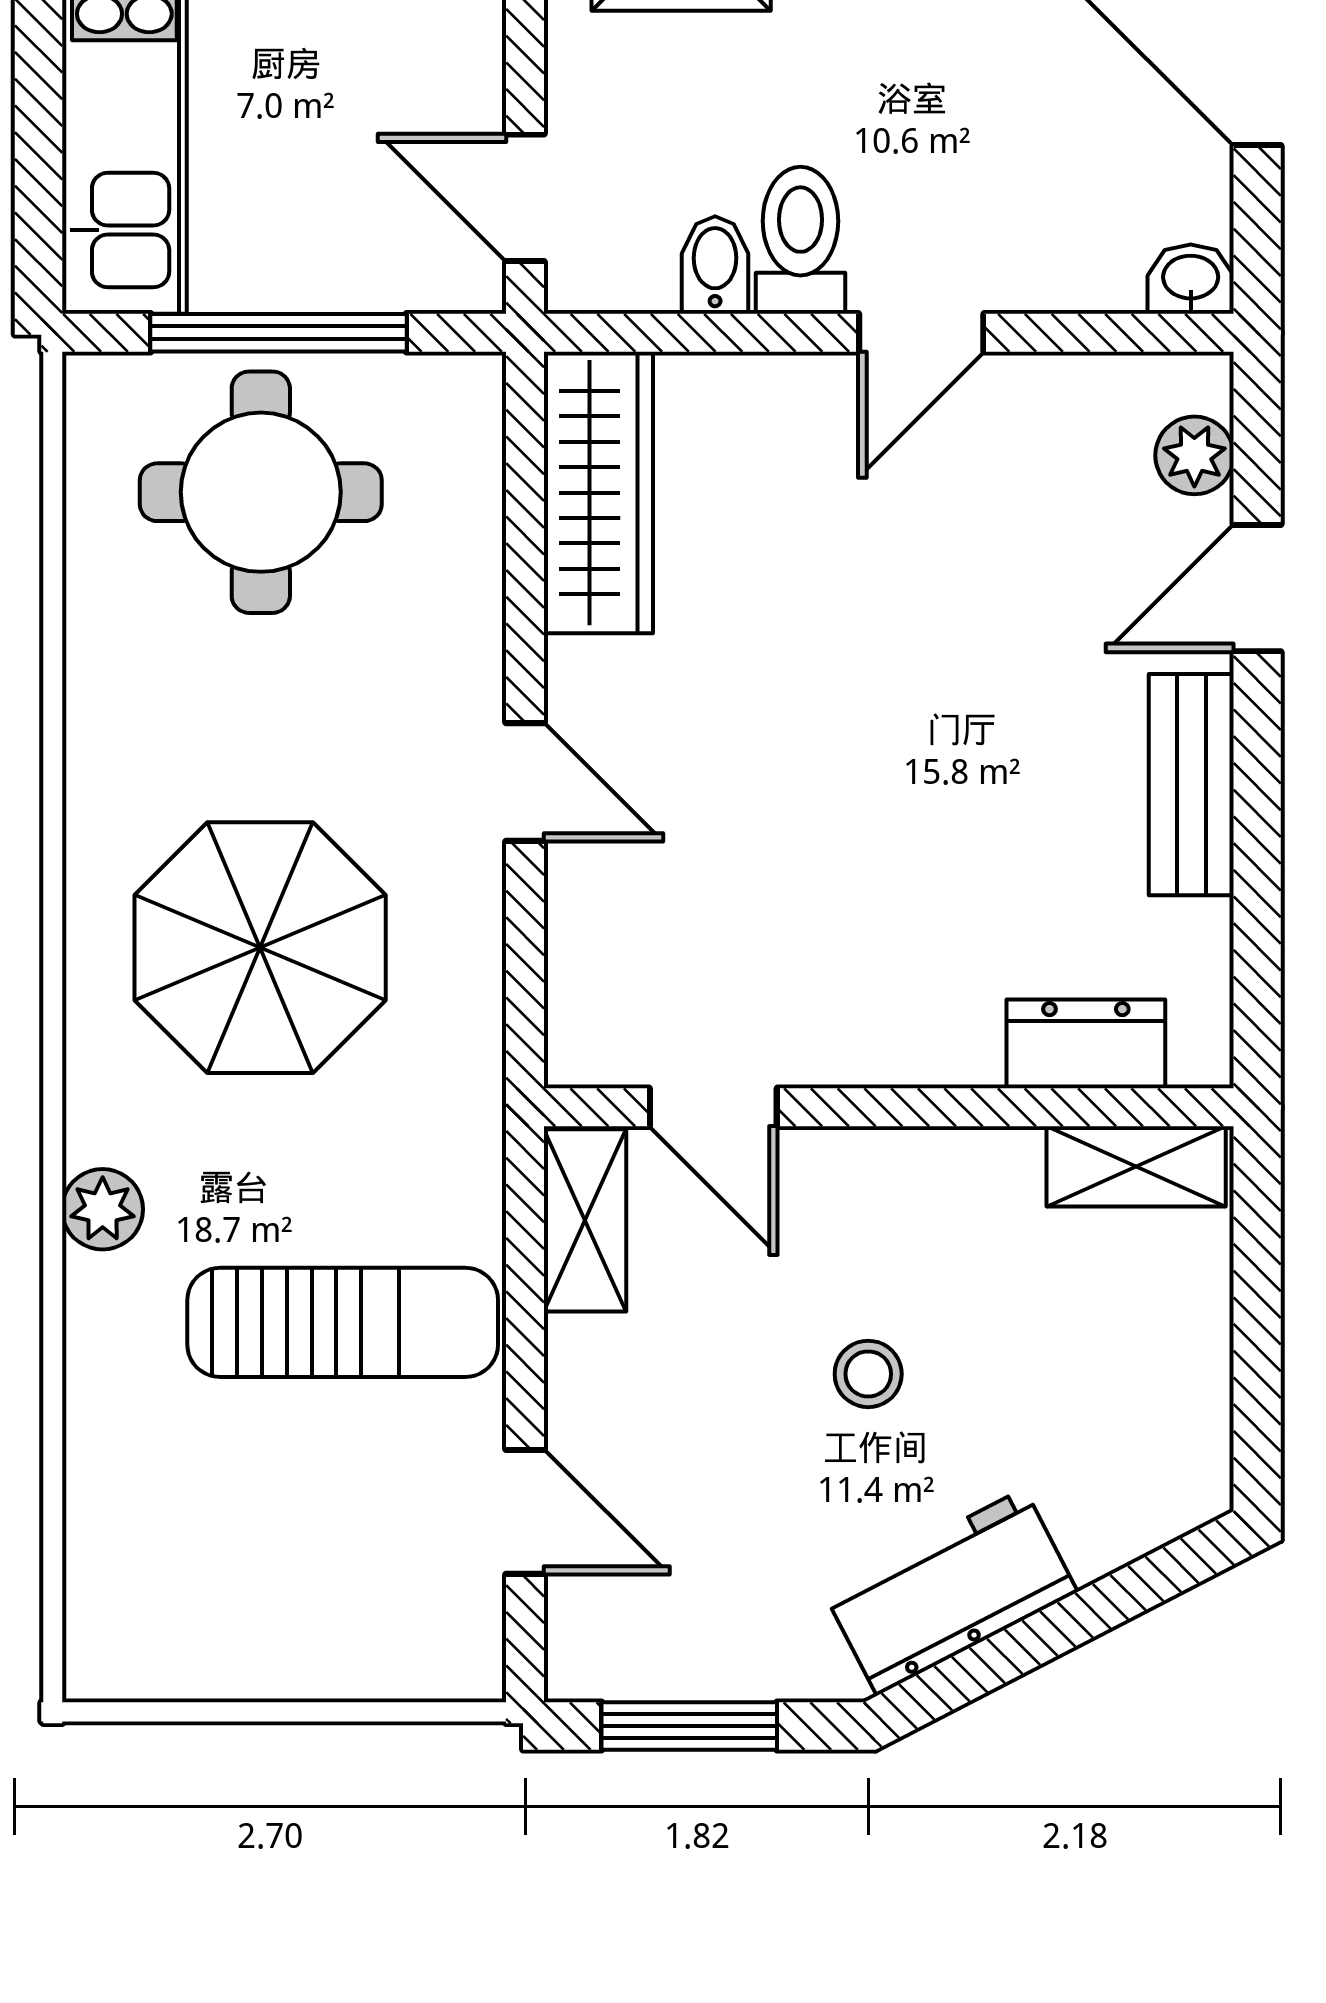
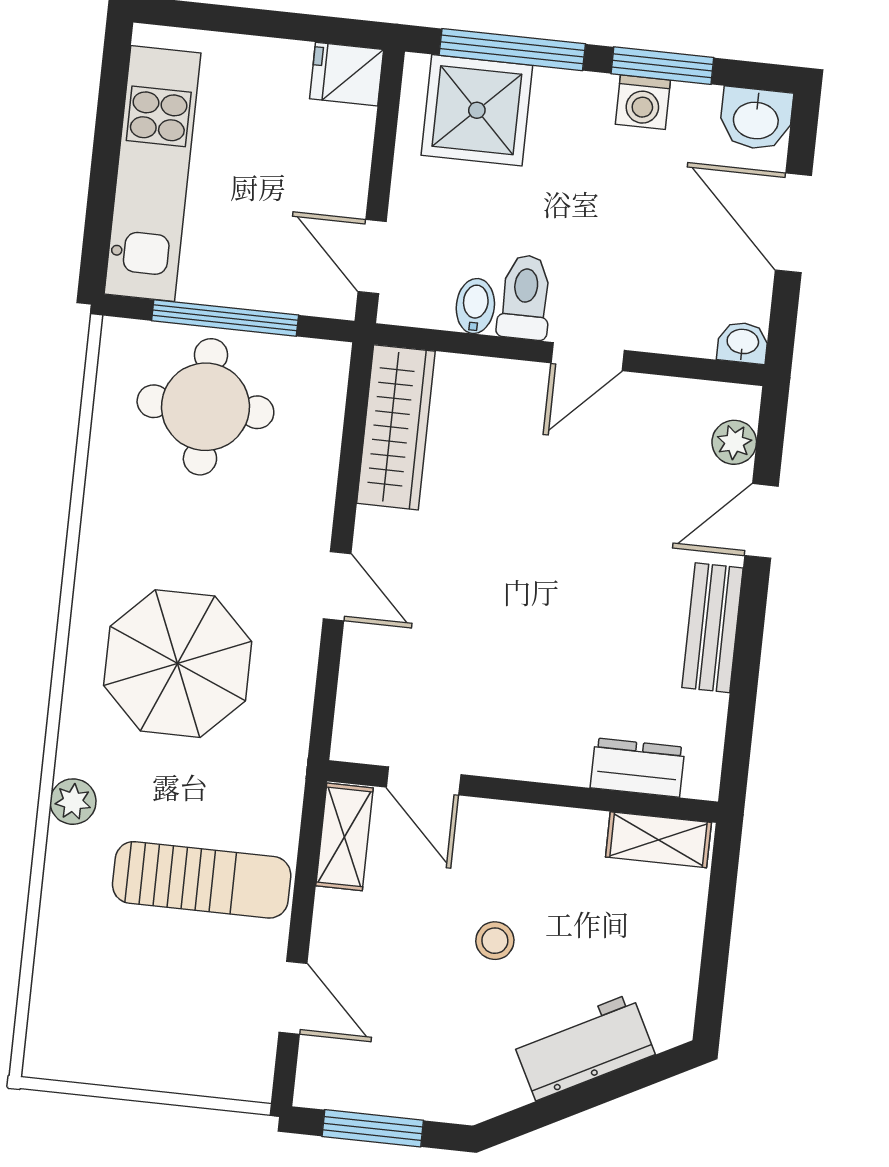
workbench: (950, 1592) -> (584, 1047), moved

